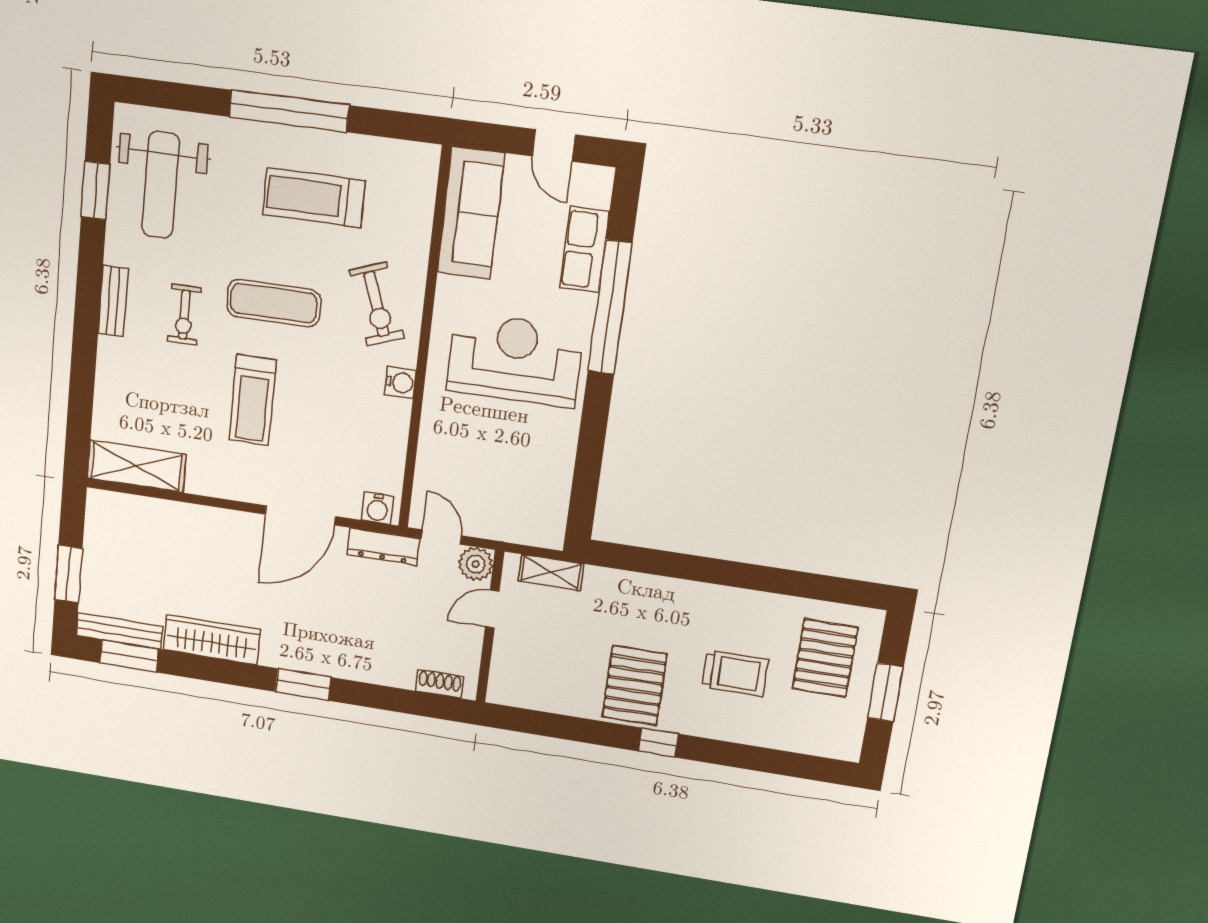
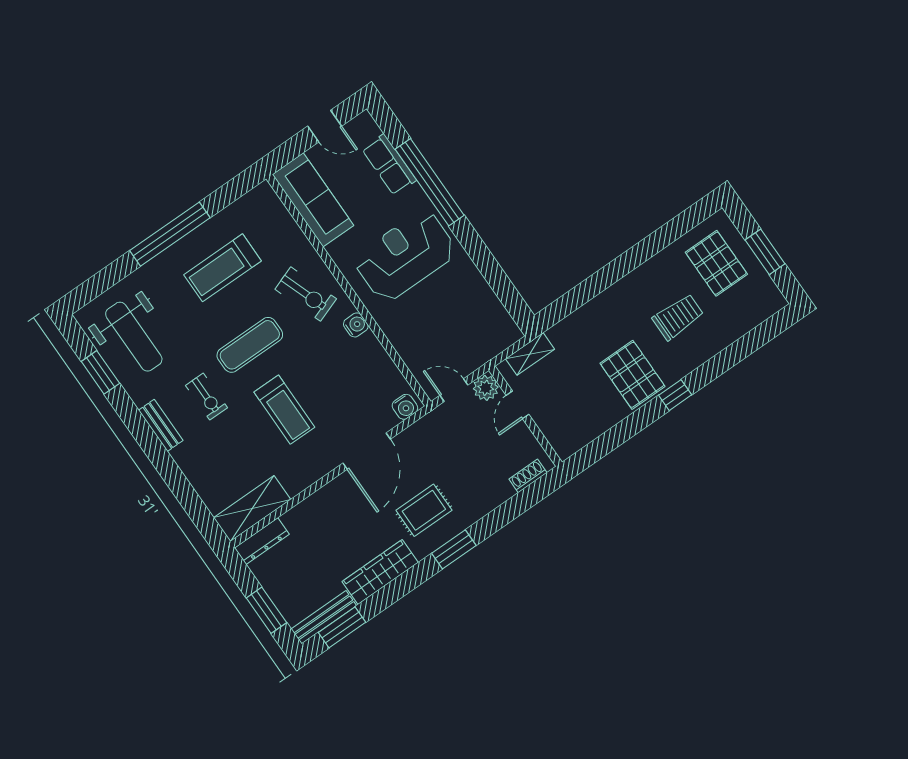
dresser: (383, 546) -> (262, 541), moved
rug: (307, 622) -> (424, 510), added

